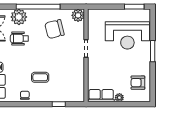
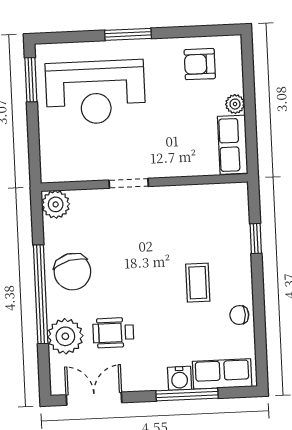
chair: (54, 29) -> (72, 272), moved
reception desk: (127, 35) -> (95, 92), turned 90
wheelchair: (19, 38) -> (113, 333), turned 90
armchair: (138, 83) -> (200, 64), turned 90

